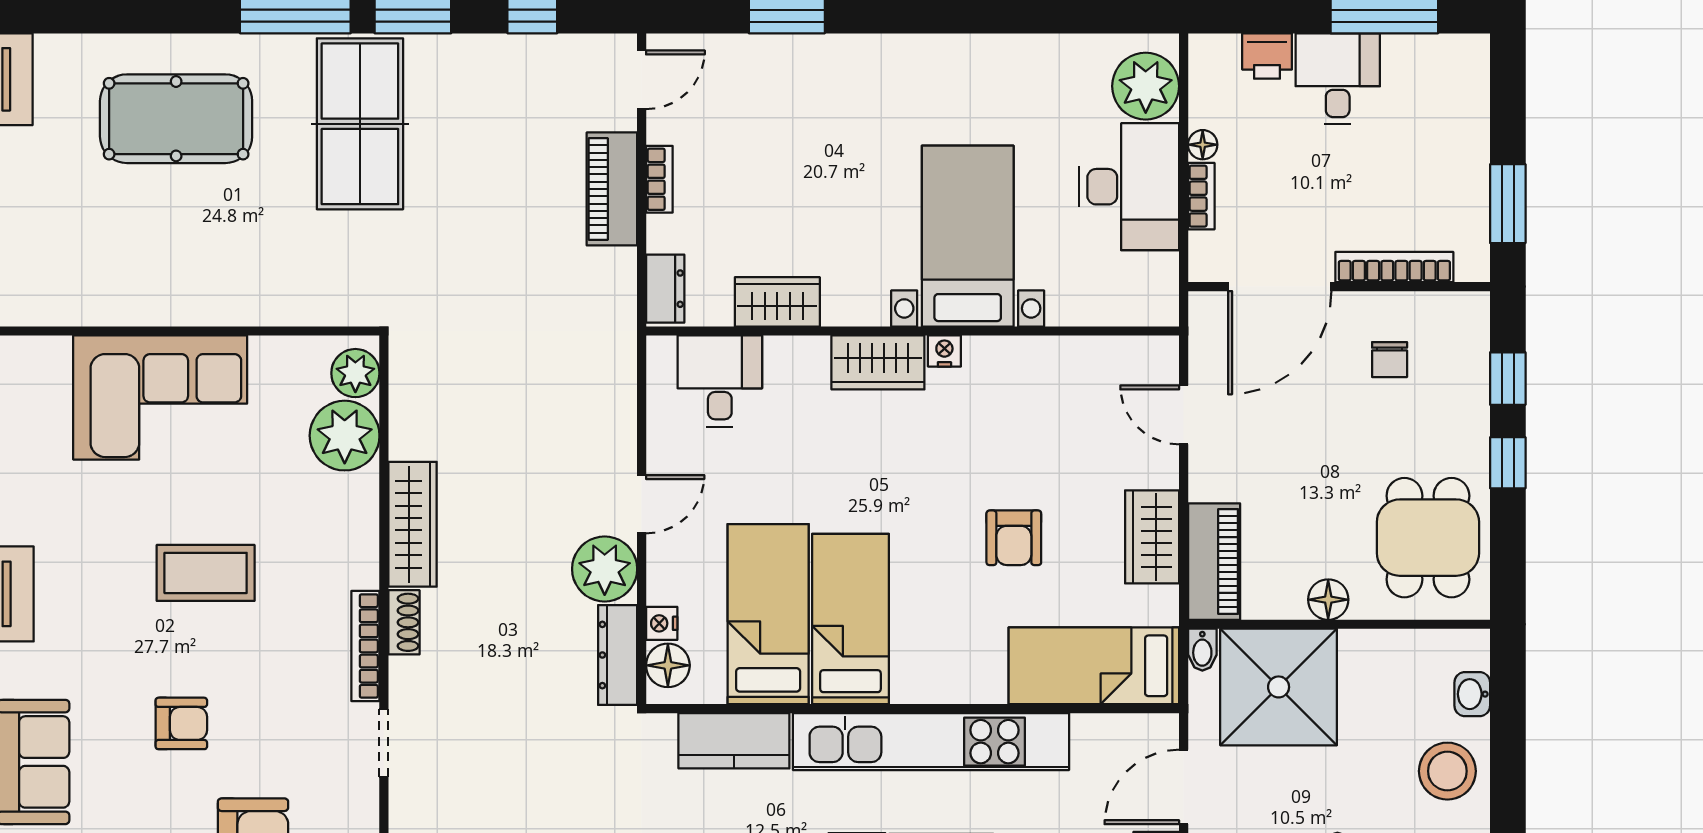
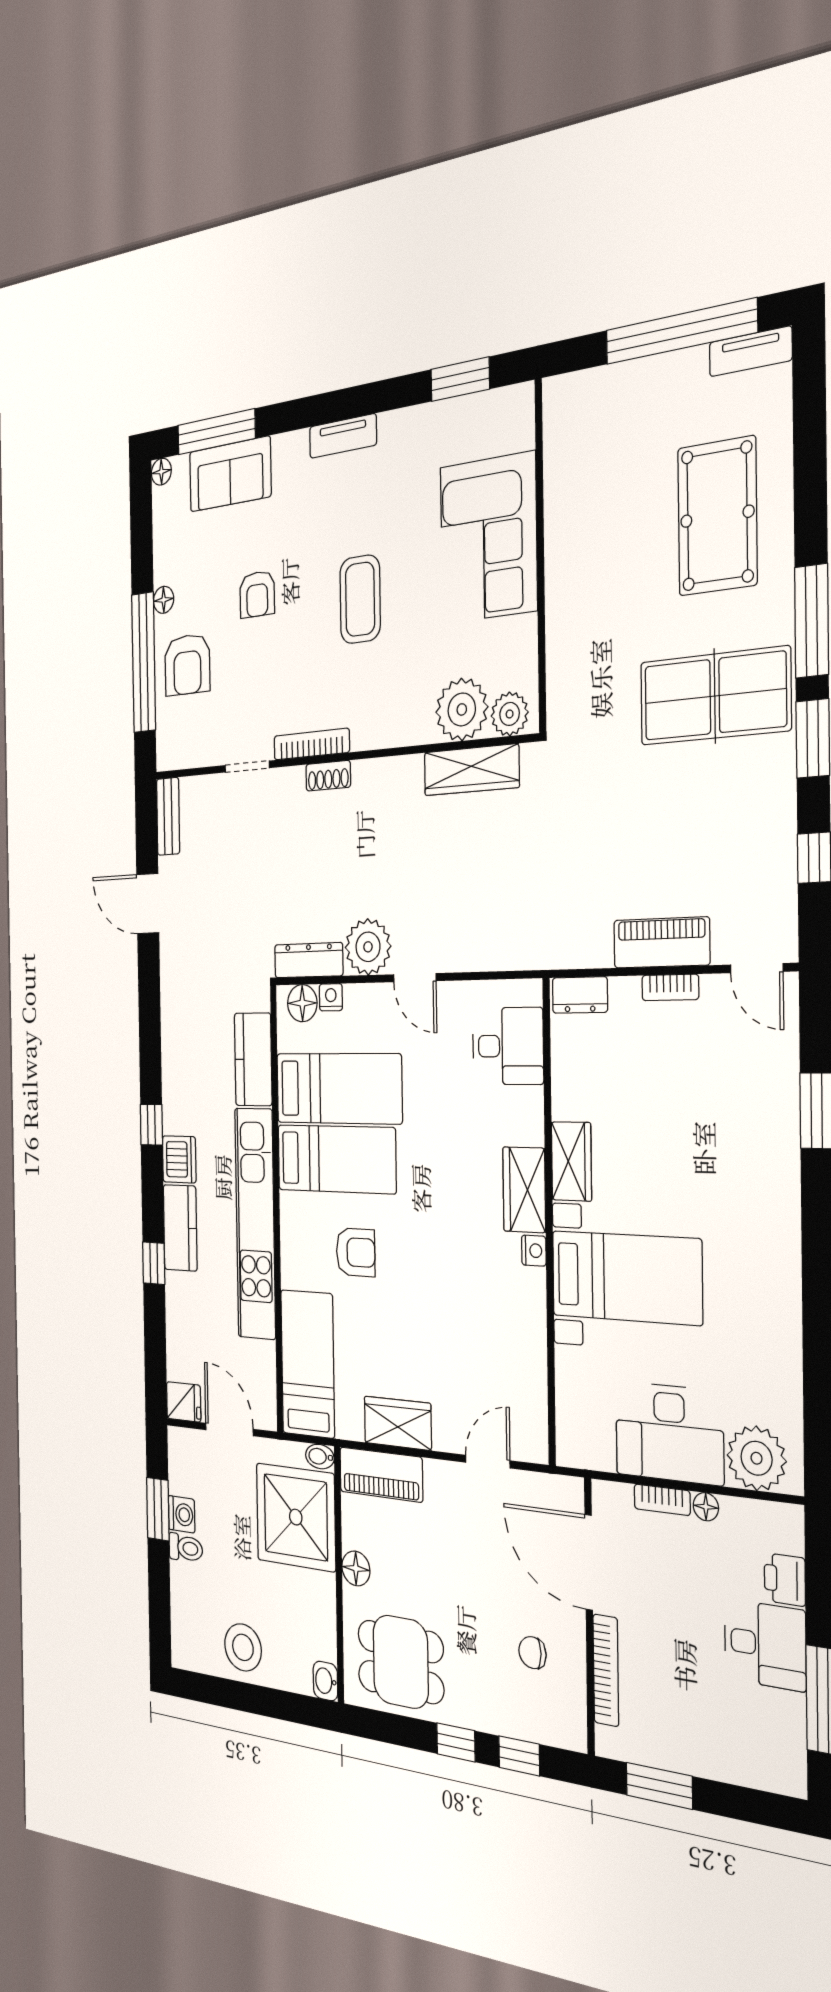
wardrobe: (777, 302) -> (571, 1161), moved
wardrobe: (413, 524) -> (471, 770), moved
armchair: (1014, 538) -> (356, 1252), moved, turned 180
washbasin: (1472, 694) -> (325, 1681), moved, turned -90

